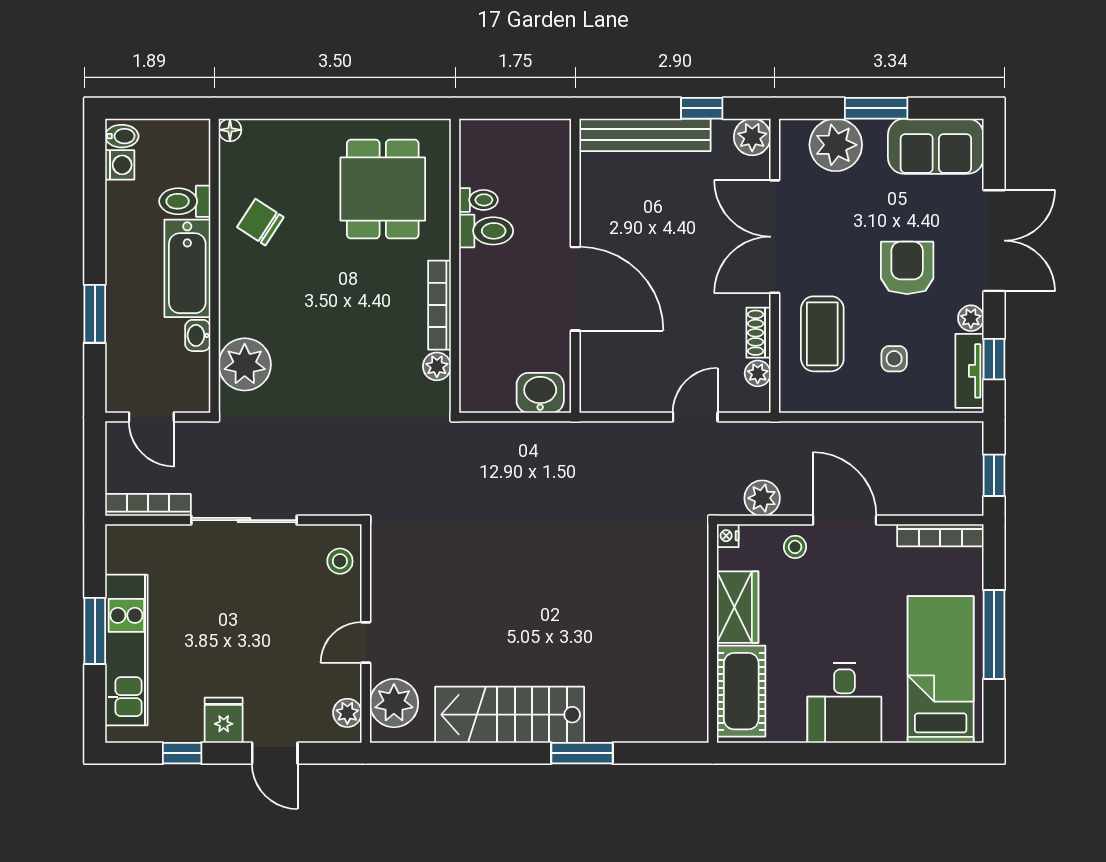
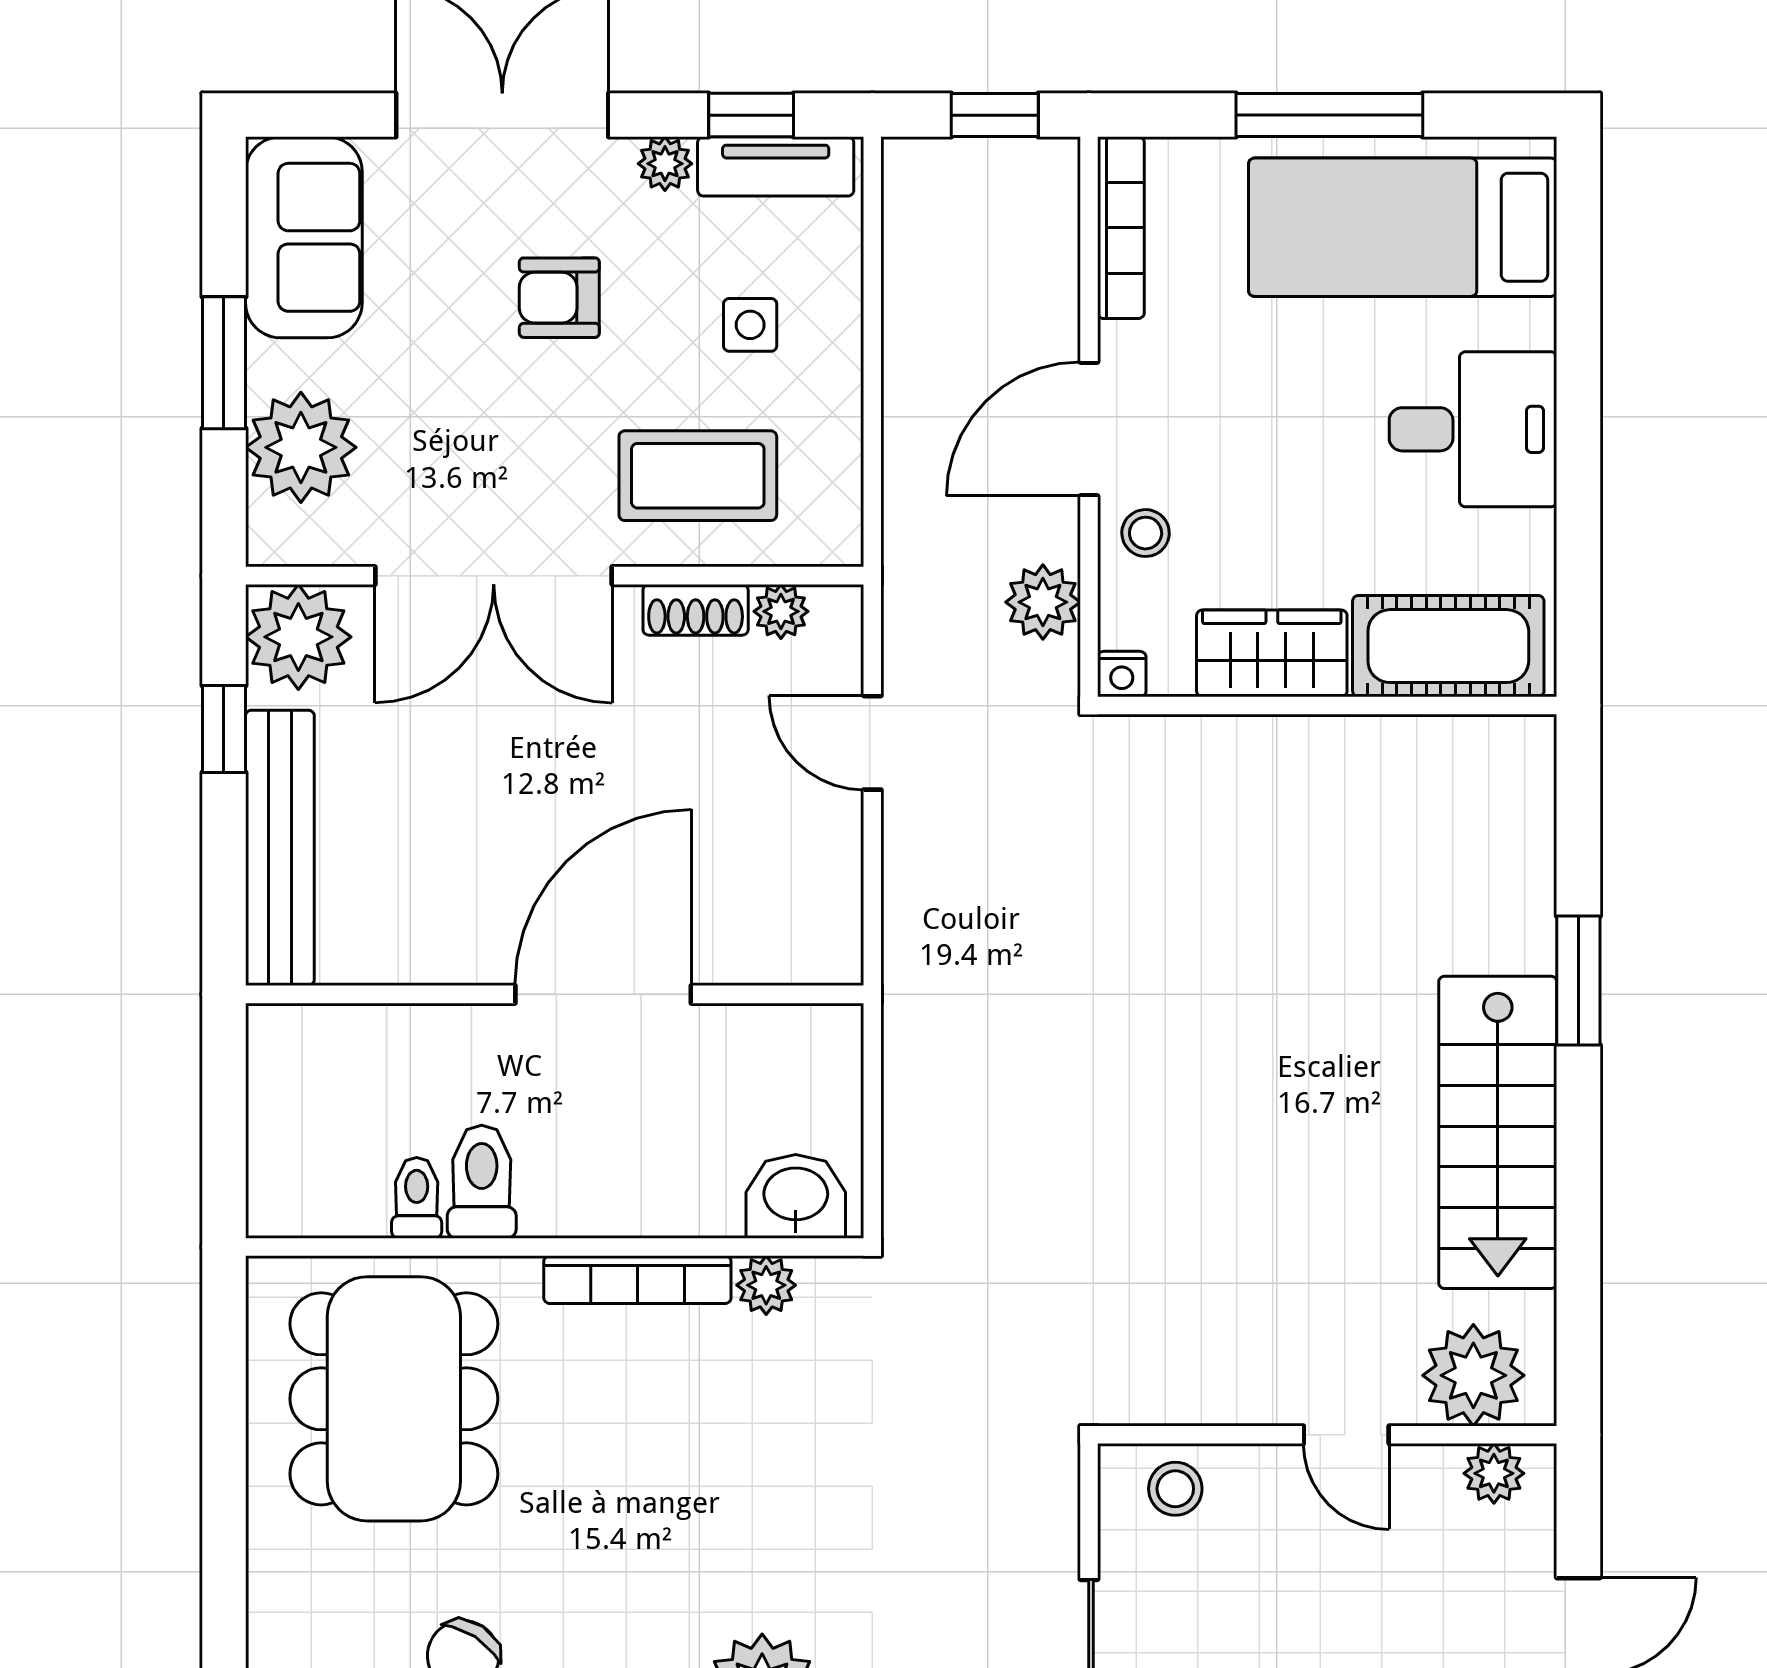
plant: (752, 137) -> (298, 637), width x1.36, depth x1.36
dining table: (383, 189) -> (394, 1399), width x1.37
armchair: (907, 268) -> (559, 298), width x0.72, depth x0.72
washbasin: (540, 393) -> (796, 1196), moved, turned 90

